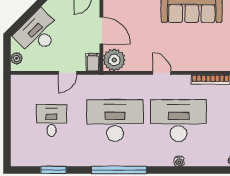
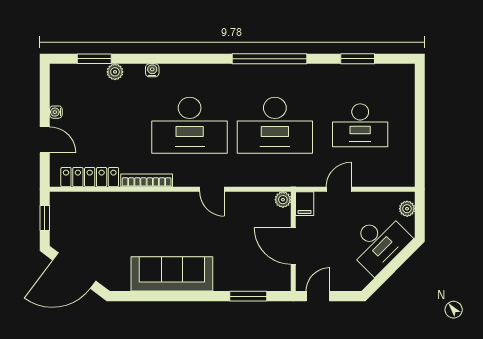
plant: (114, 60) -> (283, 200), width x0.53, depth x0.53
desk: (51, 120) -> (360, 125), width x1.37
water cooler: (179, 161) -> (152, 70), moved

